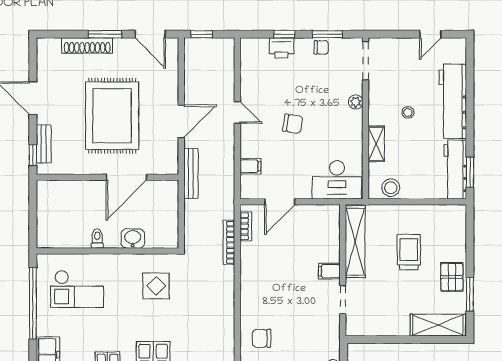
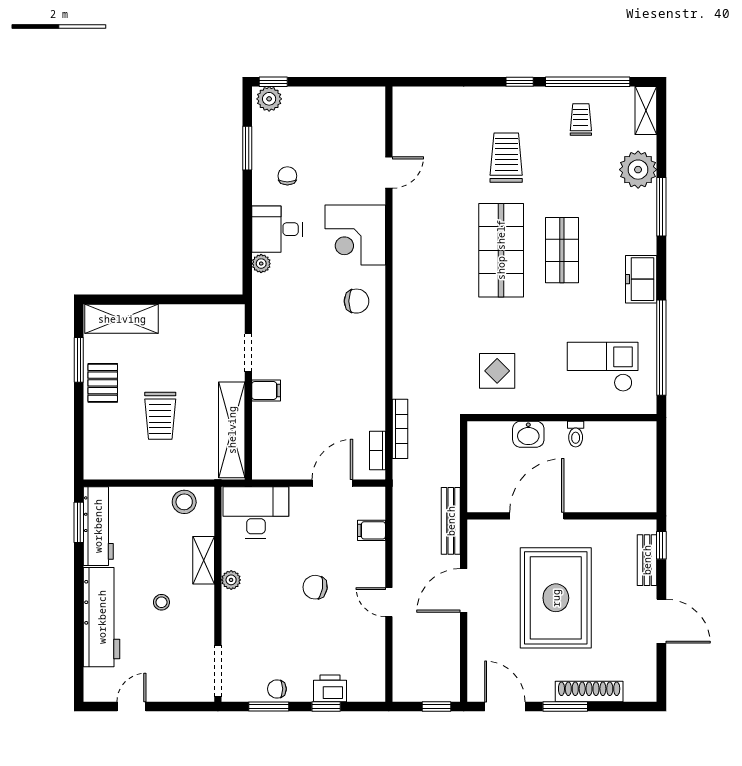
plant: (356, 102) -> (231, 580), moved

